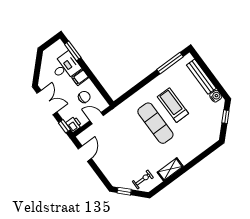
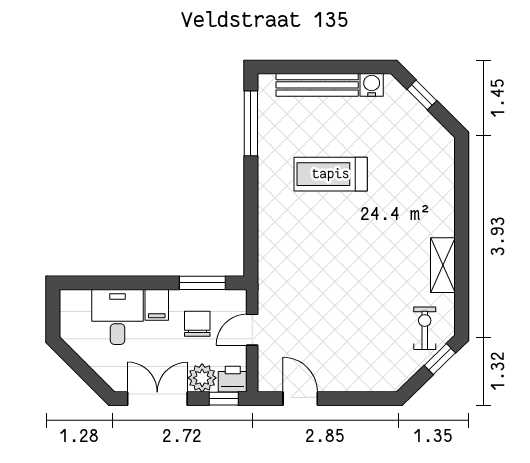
window: (73, 51) -> (202, 283), moved
plant: (66, 113) -> (202, 378), added
exercise mat: (155, 123) -> (340, 230), removed
window: (124, 191) -> (440, 359), moved

